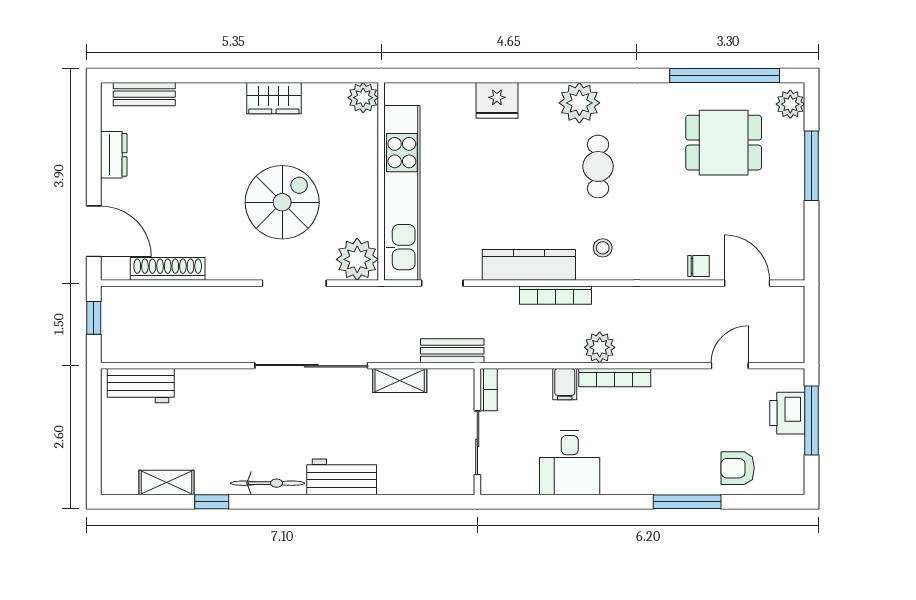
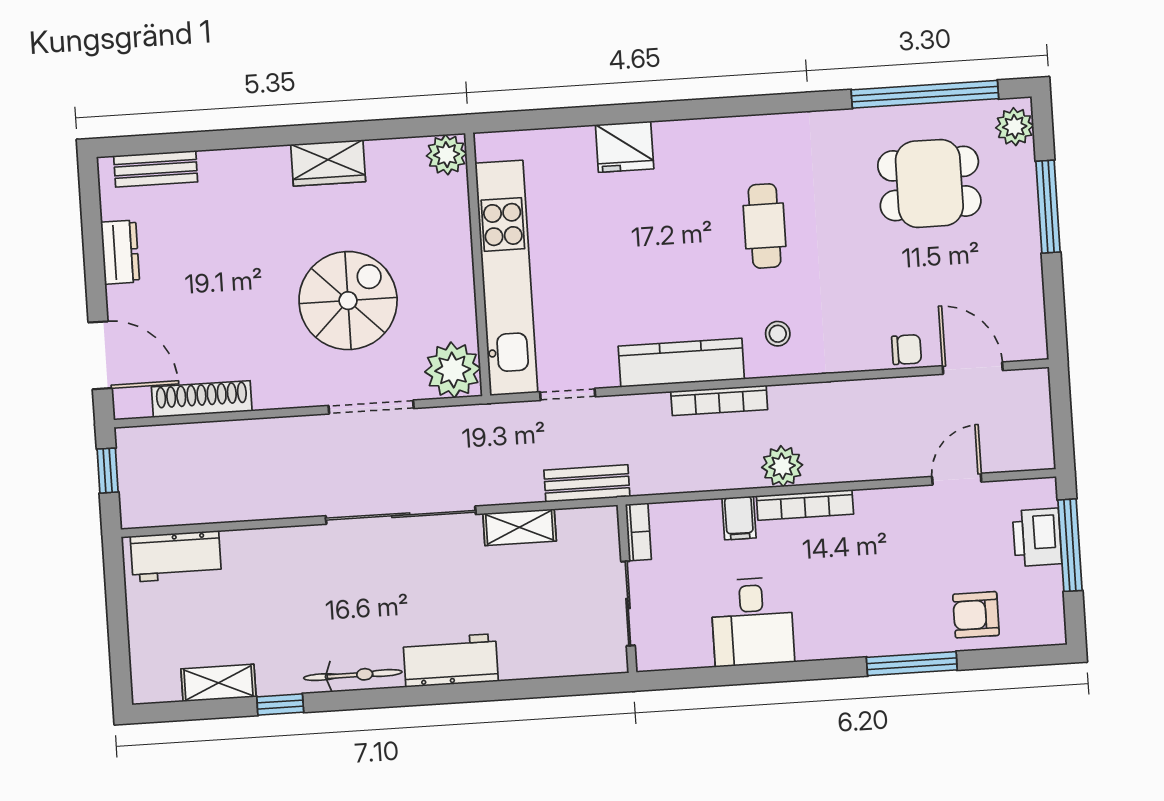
plant: (579, 103) -> (734, 143), removed

